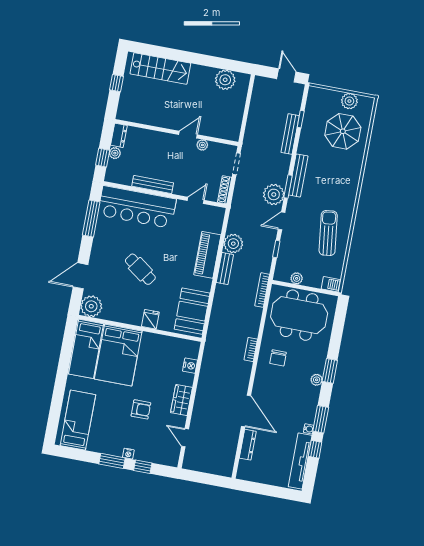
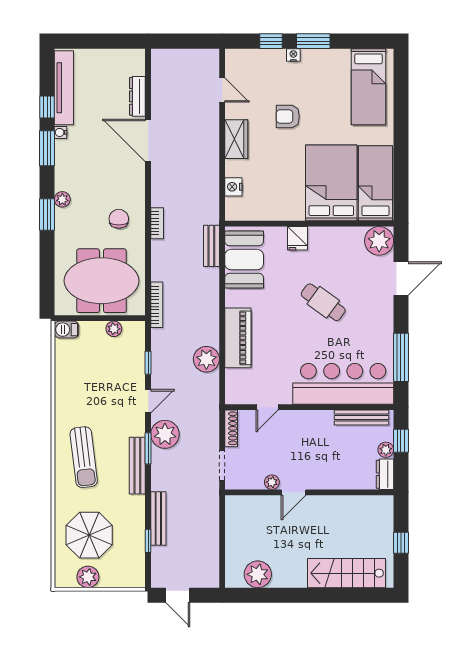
bench: (153, 184) -> (361, 418), moved
sun lounger: (328, 233) -> (84, 457), moved
bench: (225, 269) -> (211, 246), moved

